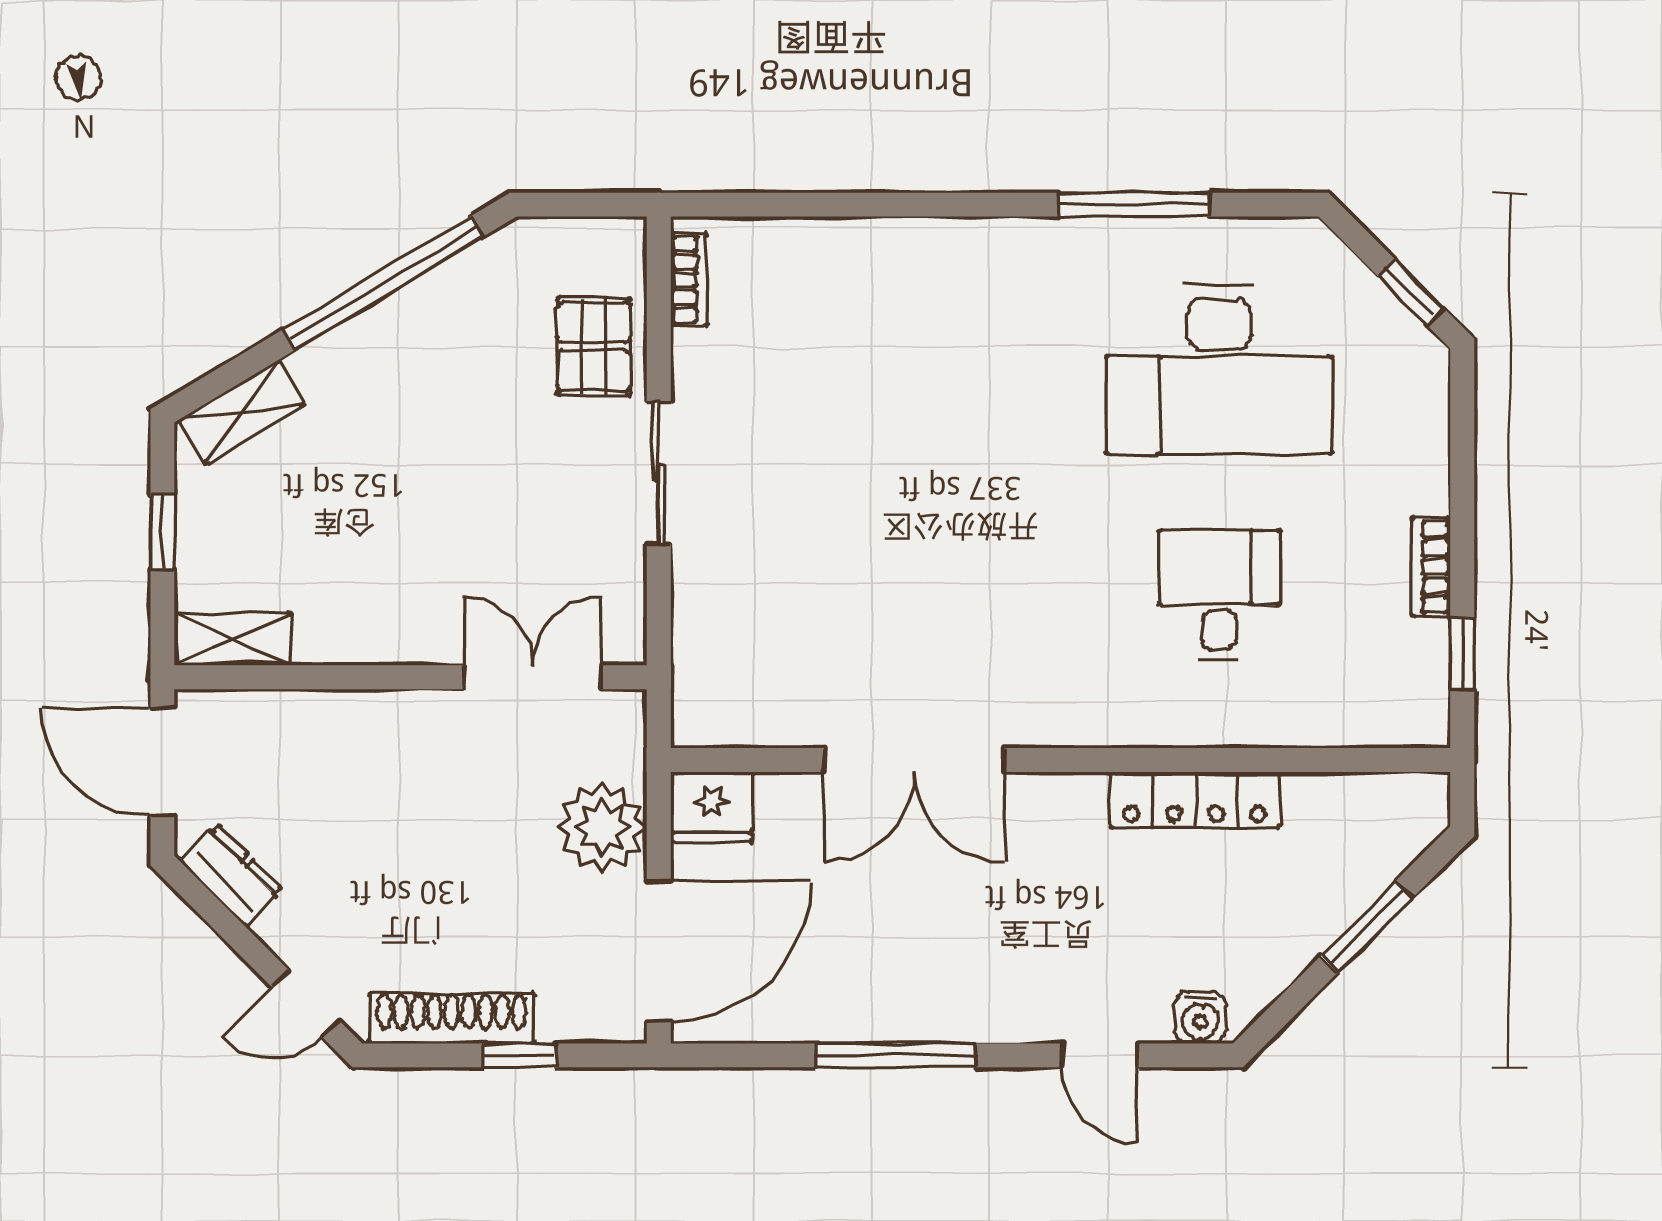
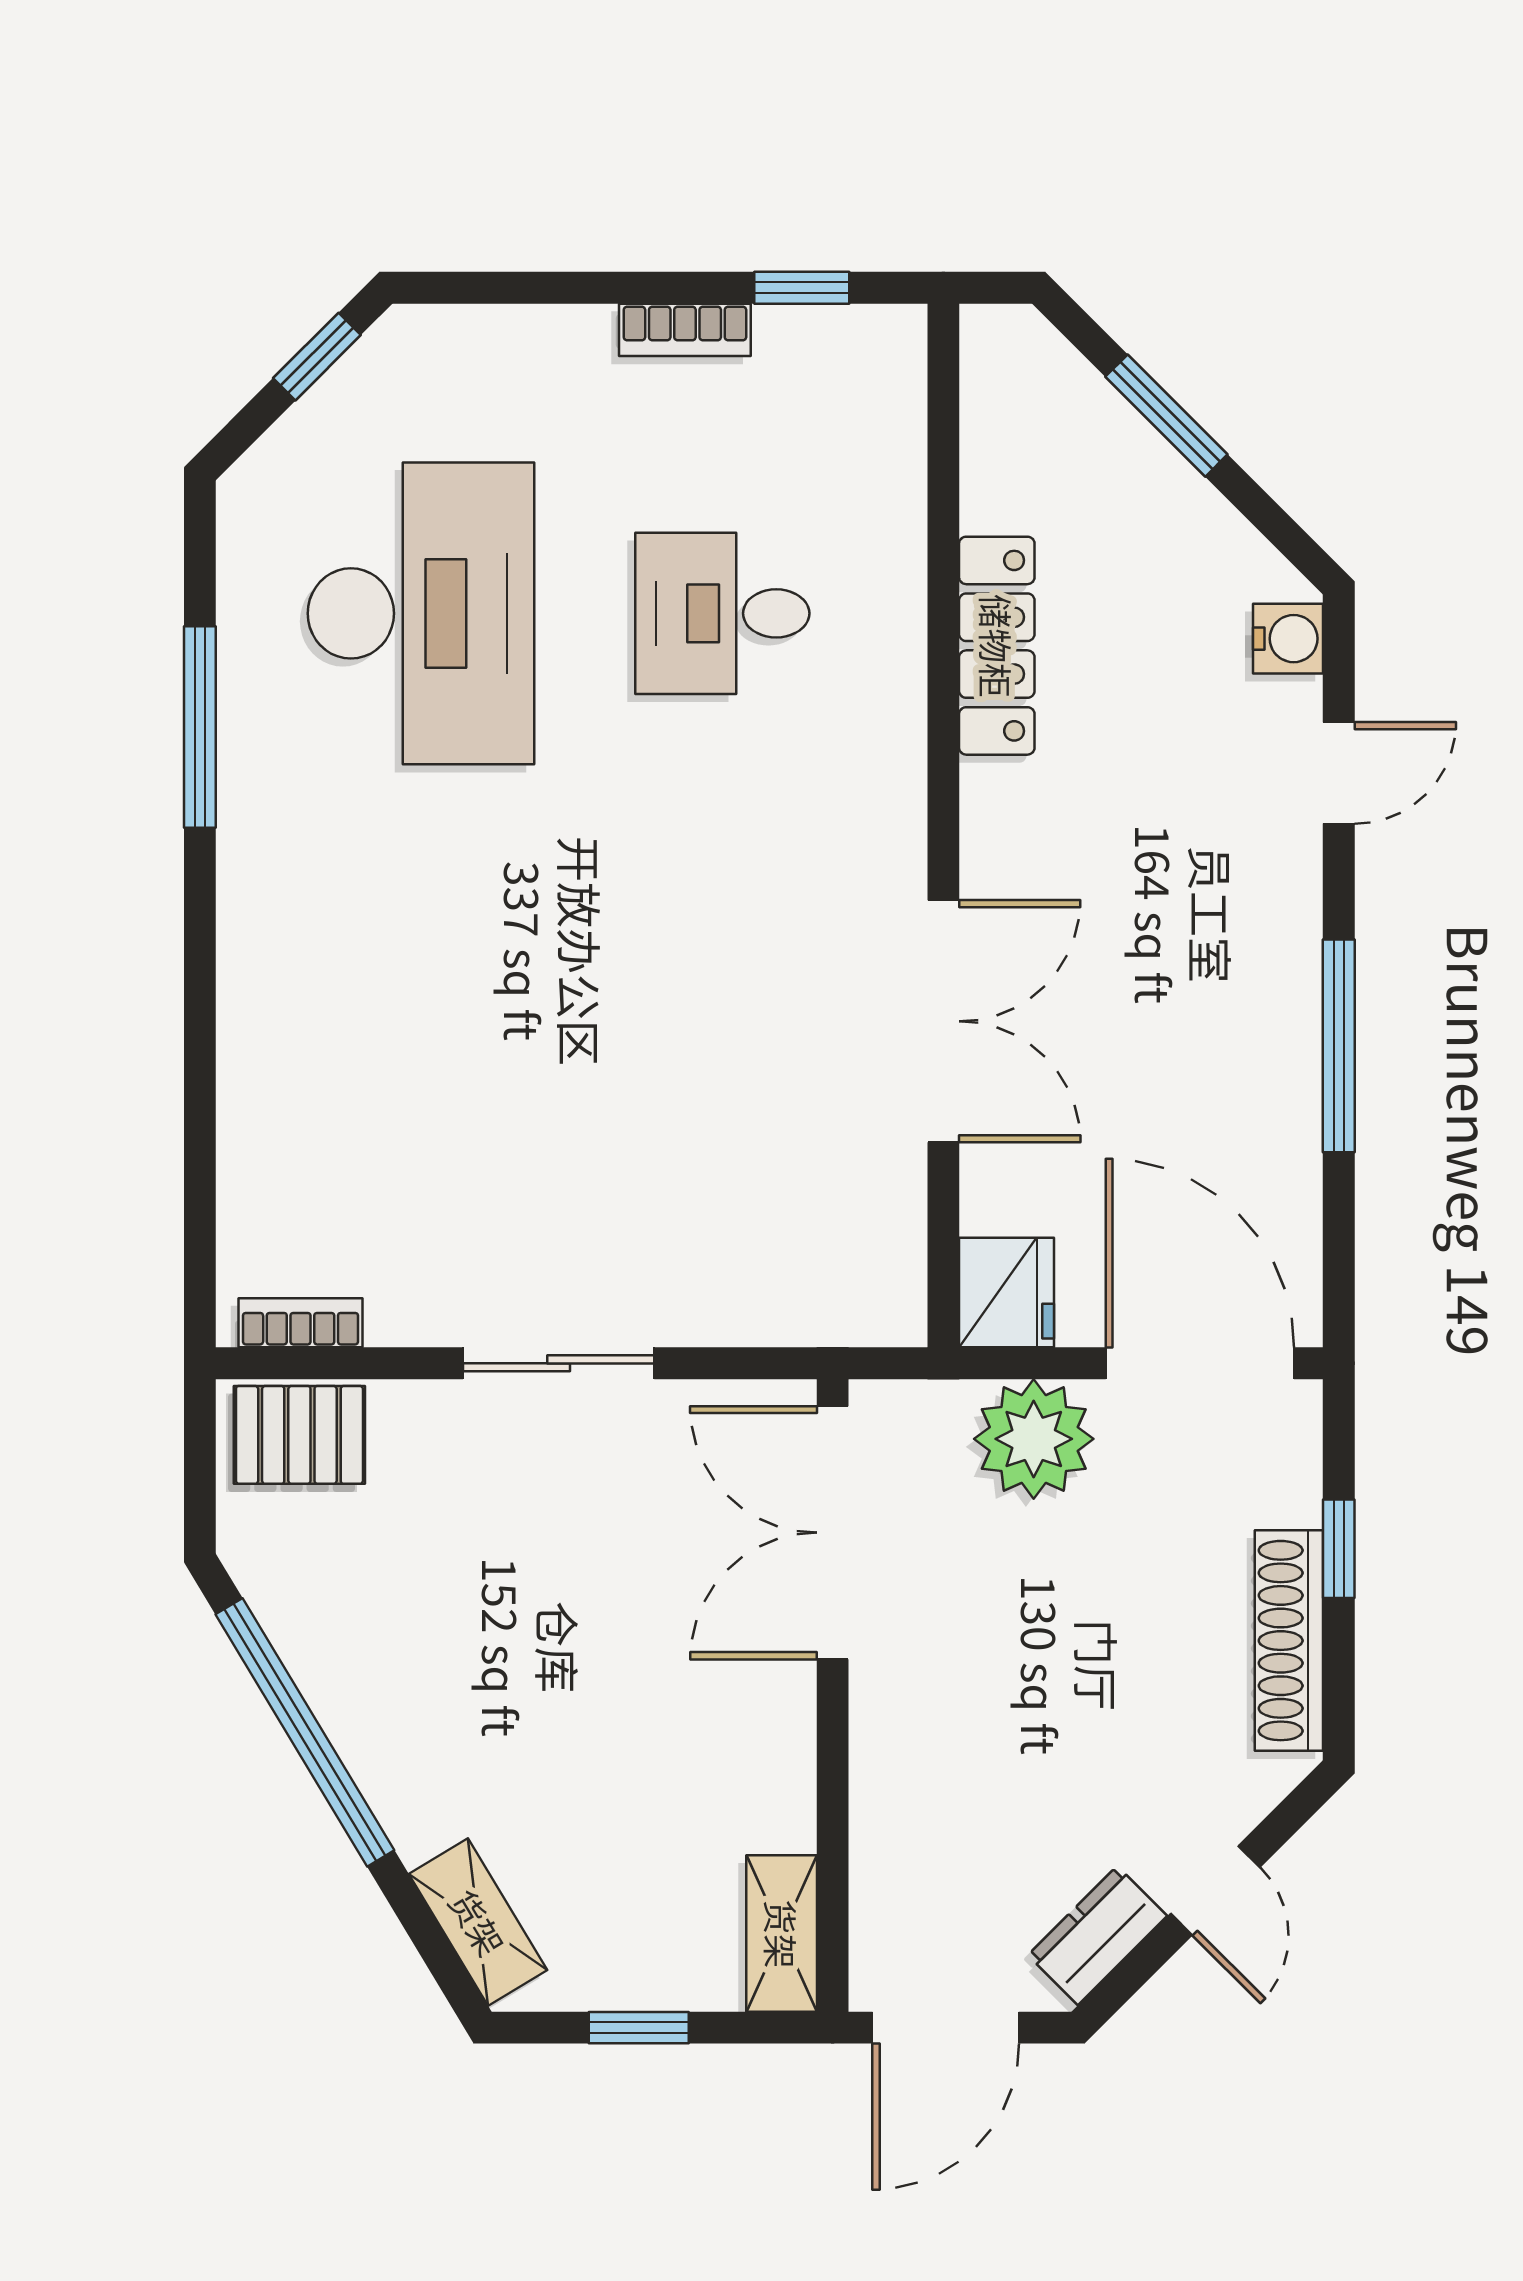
pallet: (594, 346) -> (299, 1435), moved
double door: (532, 677) -> (833, 1533), width x1.37
door: (306, 1004) -> (1215, 1890), moved

